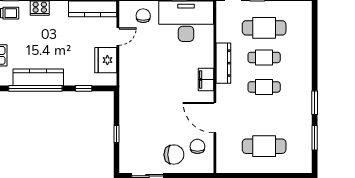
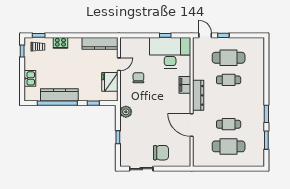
chair: (143, 16) -> (138, 78), moved
dresser: (223, 63) -> (198, 95), moved
filing cabinet: (206, 79) -> (185, 85), moved
cafe table: (264, 87) -> (229, 124), moved
plant: (127, 100) -> (126, 112), added
chair: (197, 146) -> (179, 147), removed

